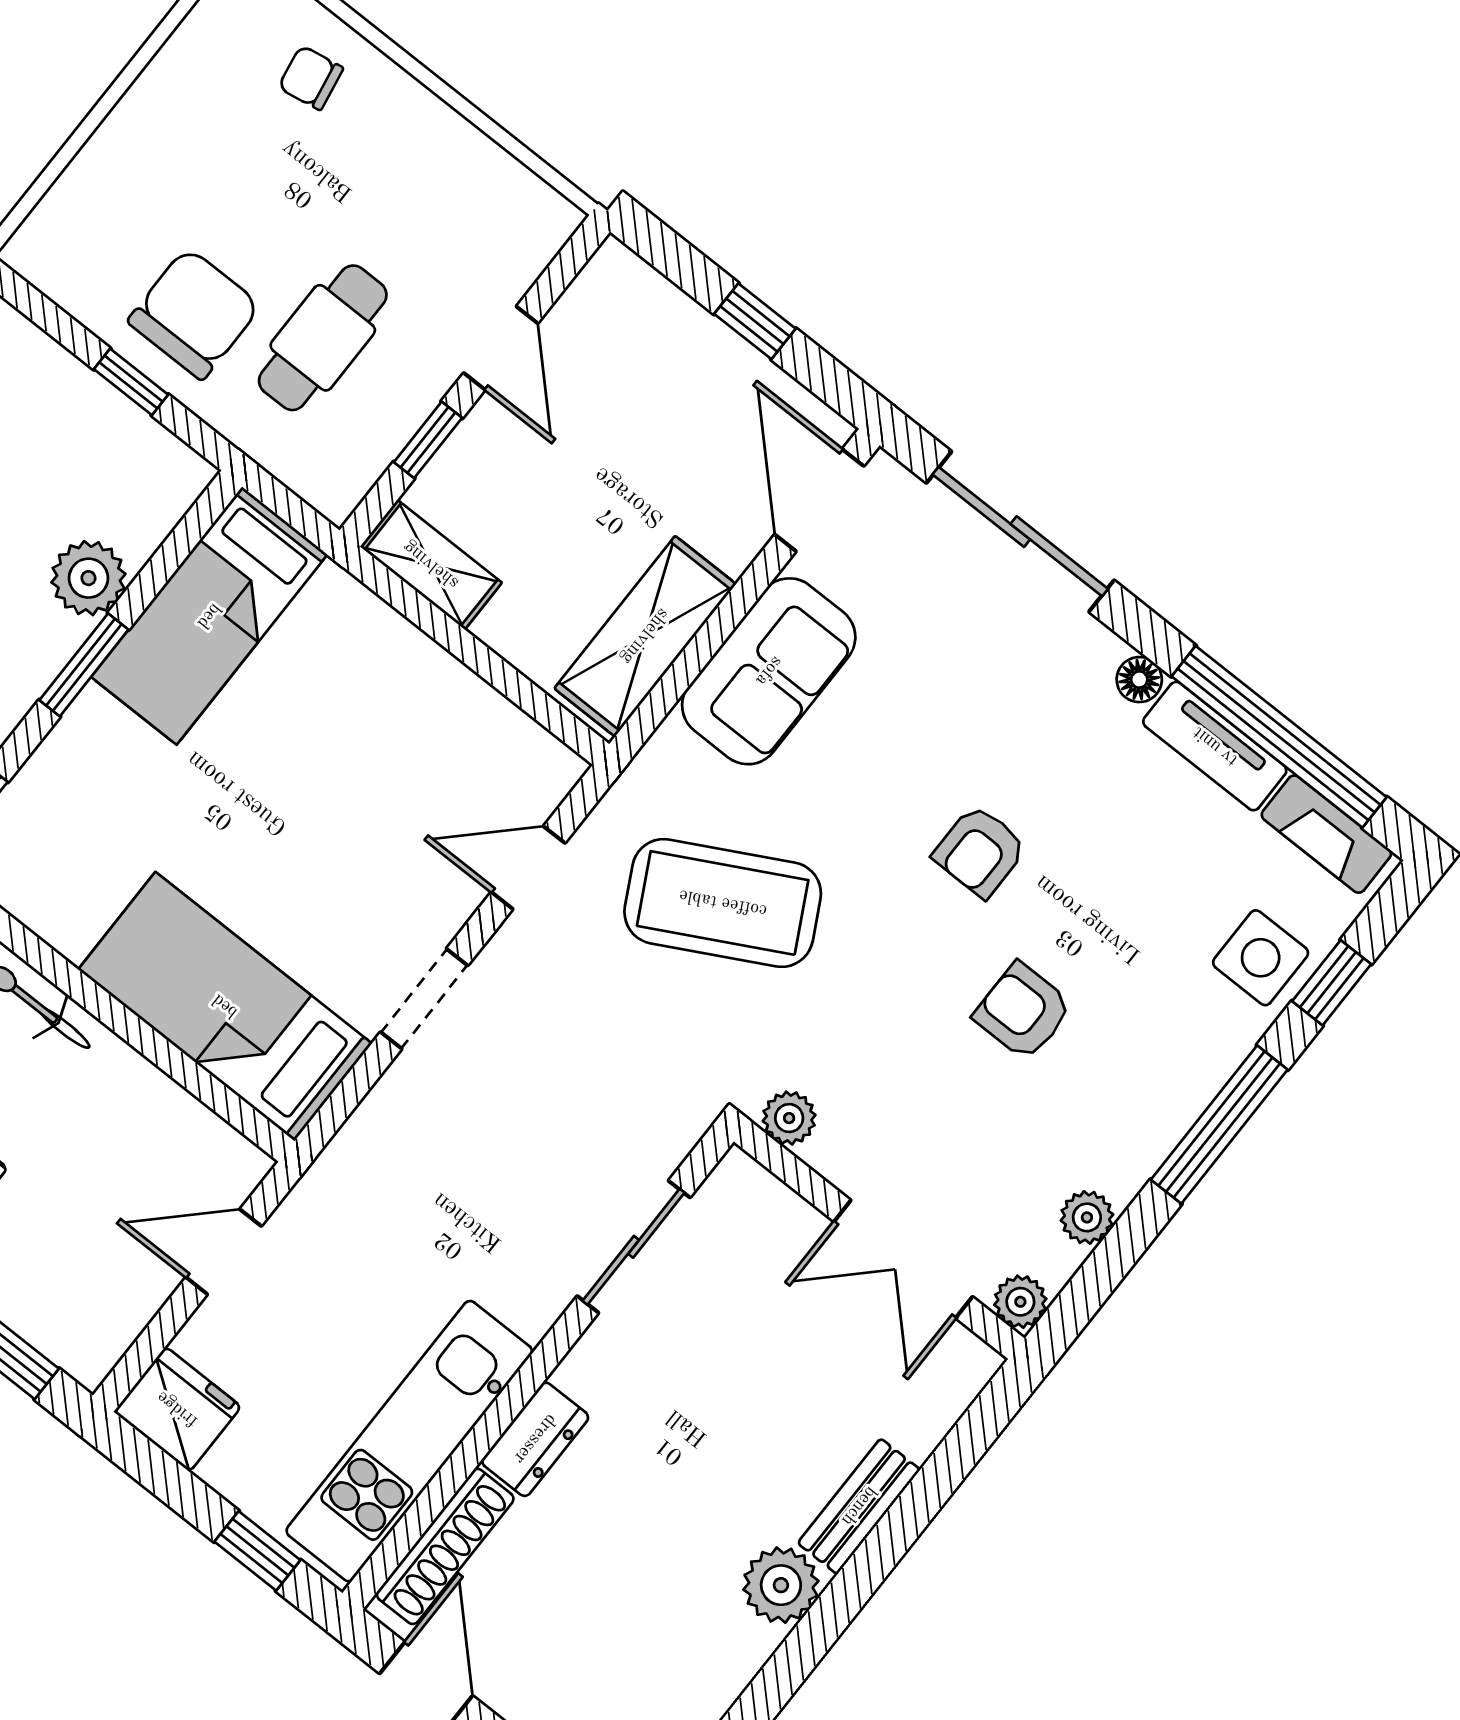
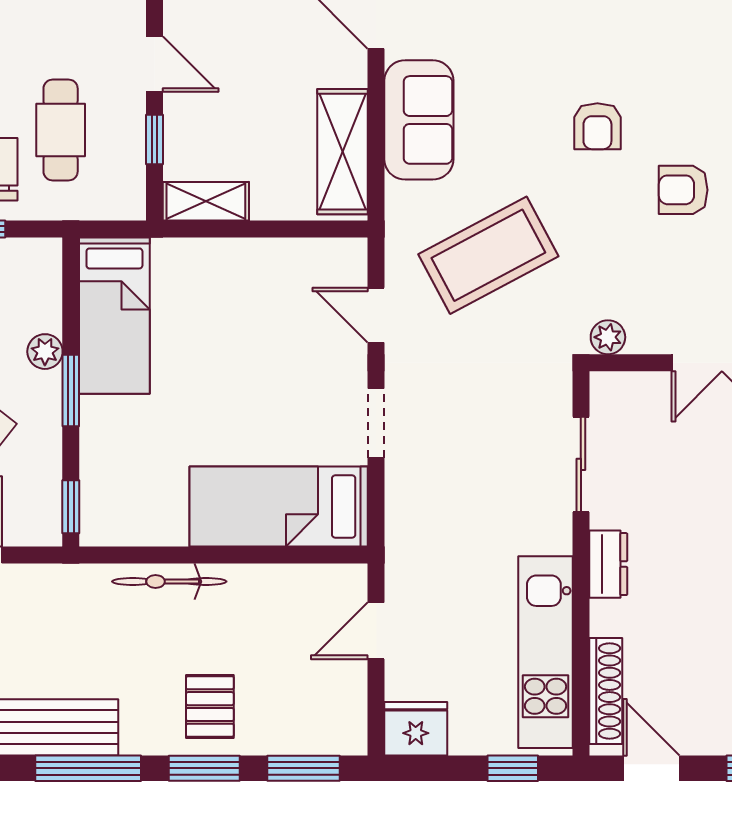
plant: (88, 578) -> (45, 352), width x0.73, depth x0.73
door: (528, 868) -> (376, 315), hinge flipped
dresser: (535, 1439) -> (608, 564), moved

